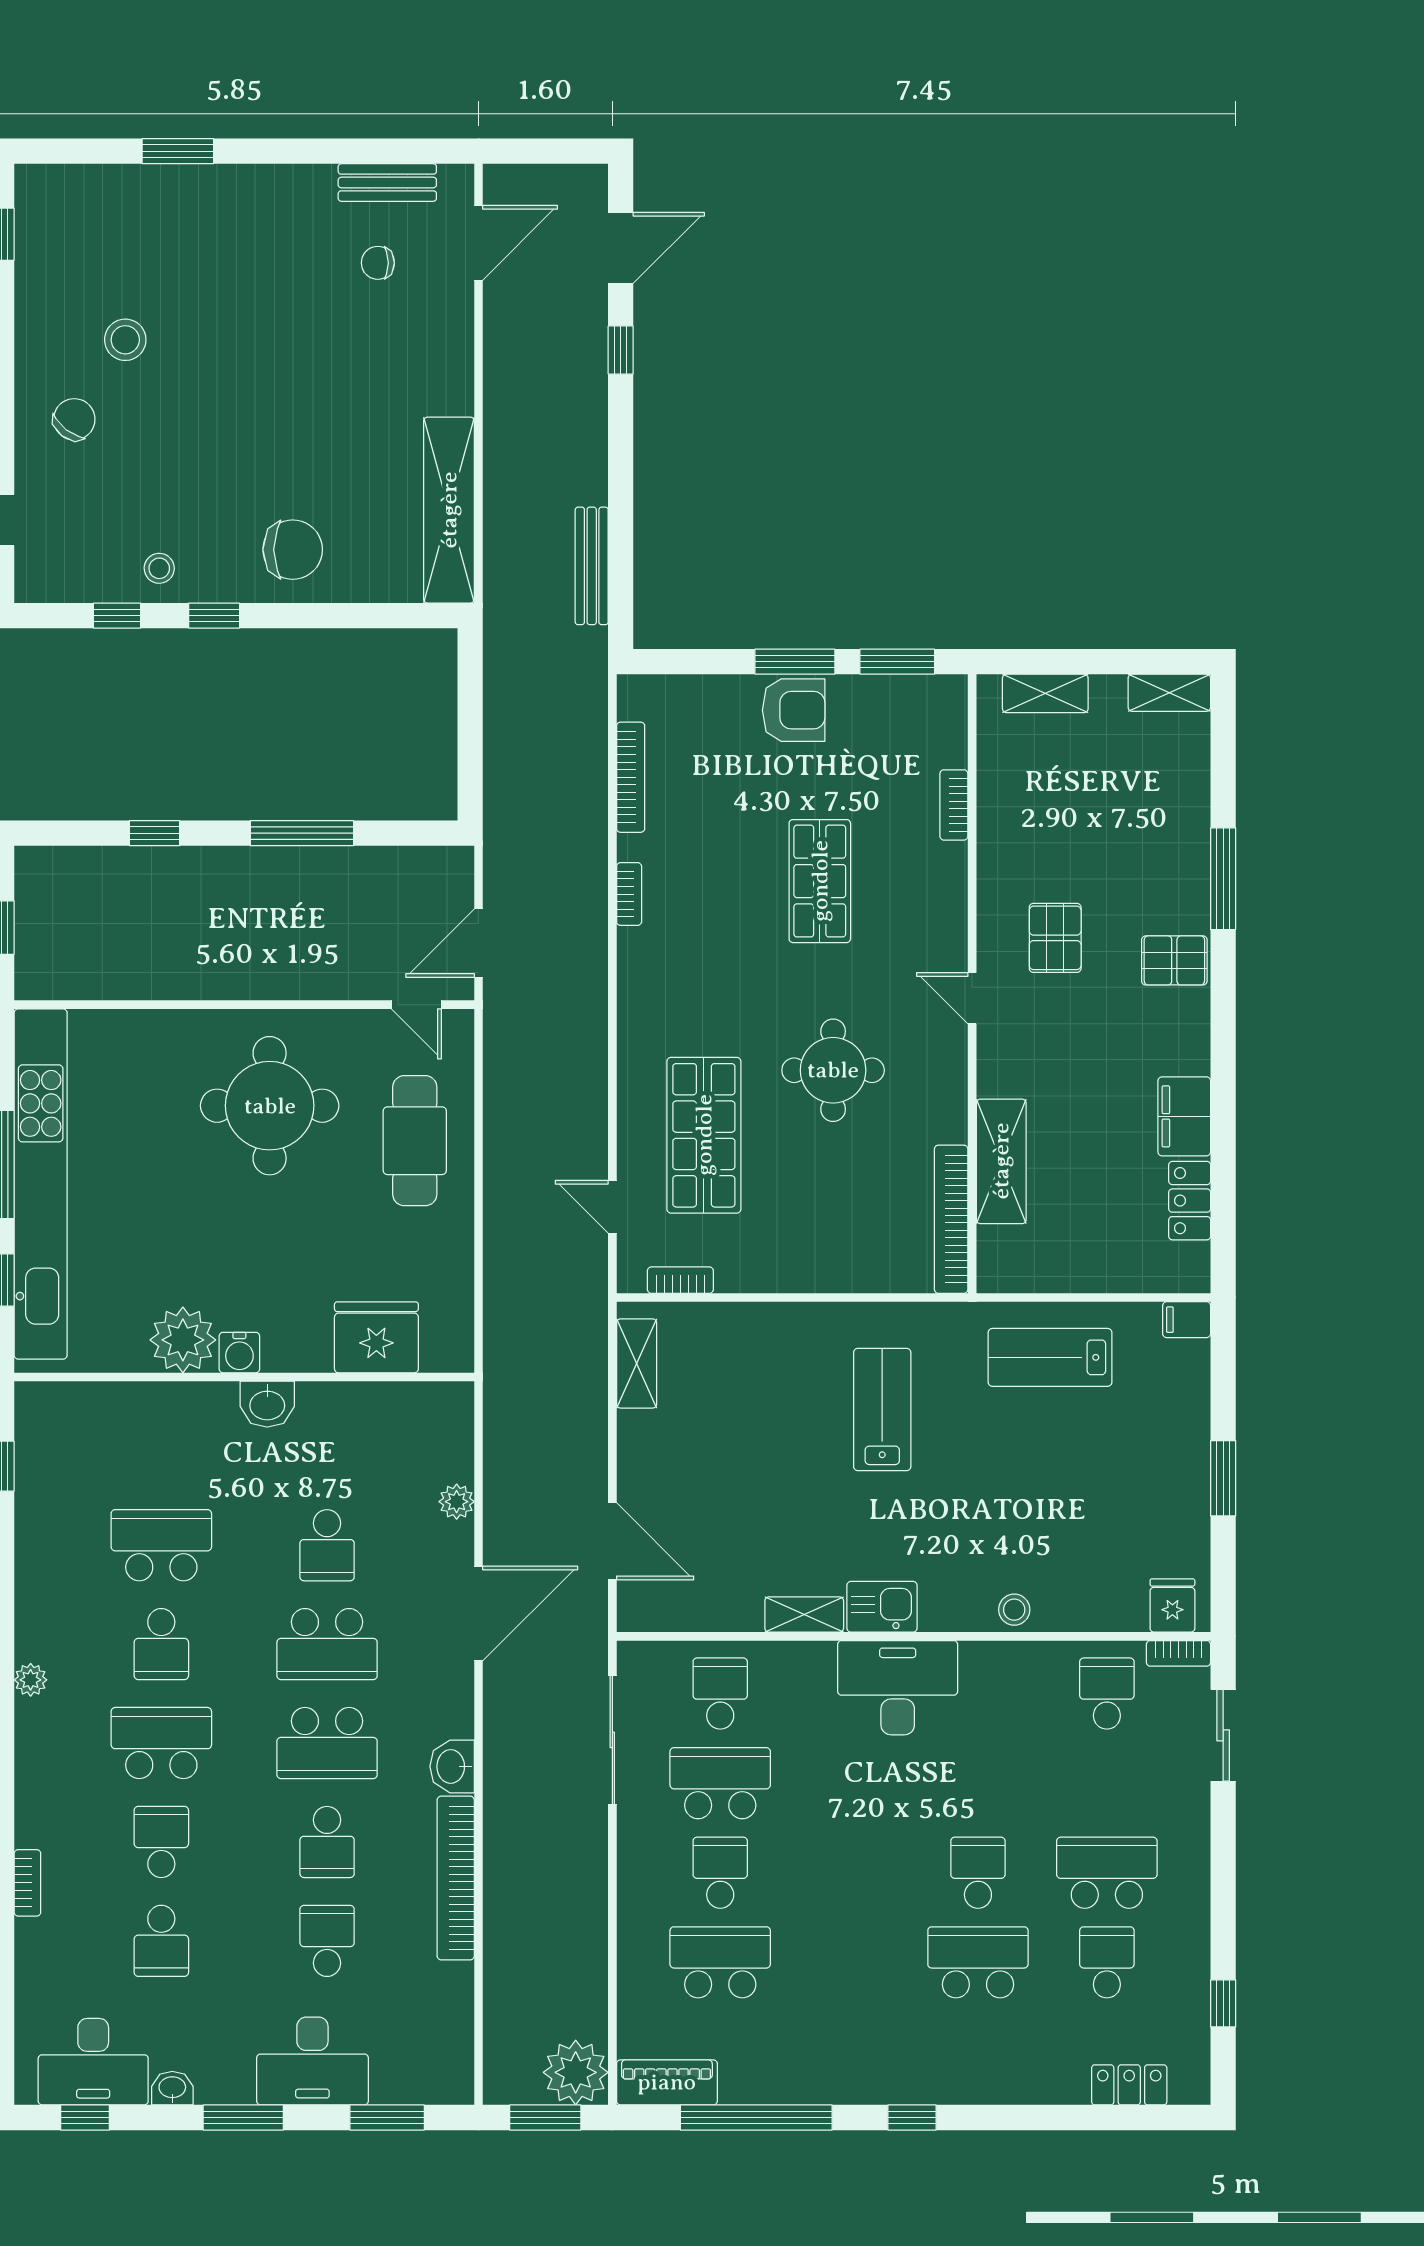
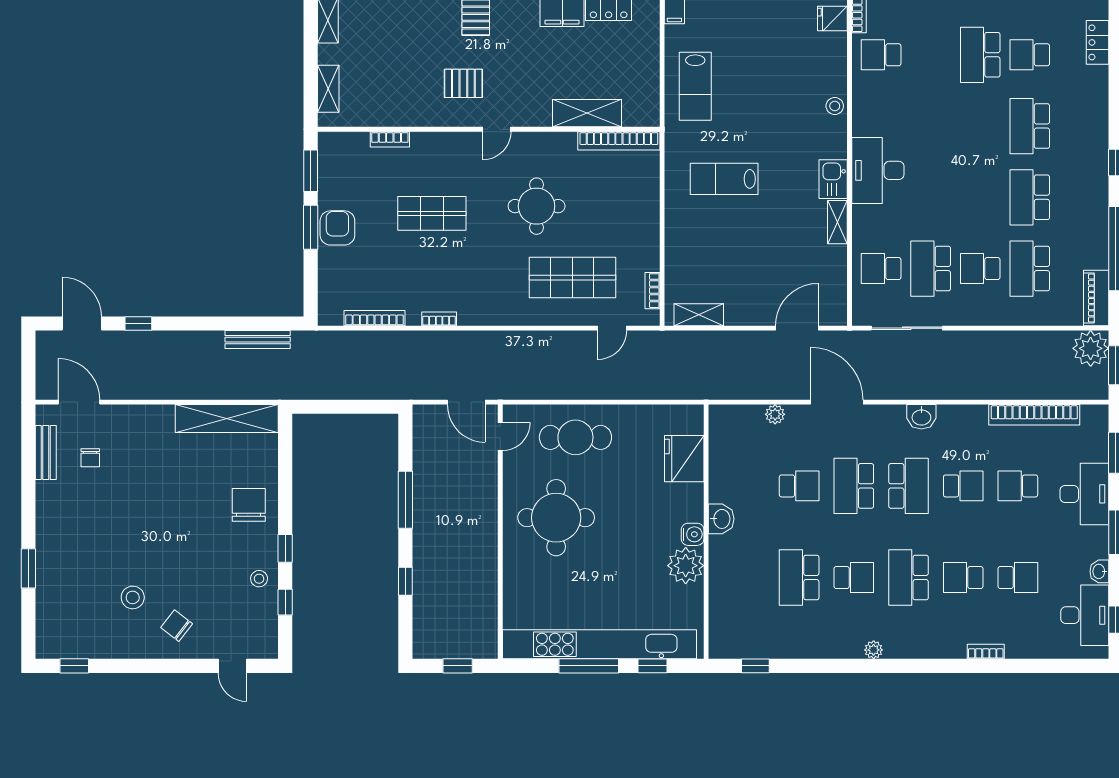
school desk: (327, 1644) -> (854, 486), turned 180
school desk: (978, 1873) -> (1030, 197), moved, width x1.85
bookcase: (456, 1878) -> (1034, 415), moved

